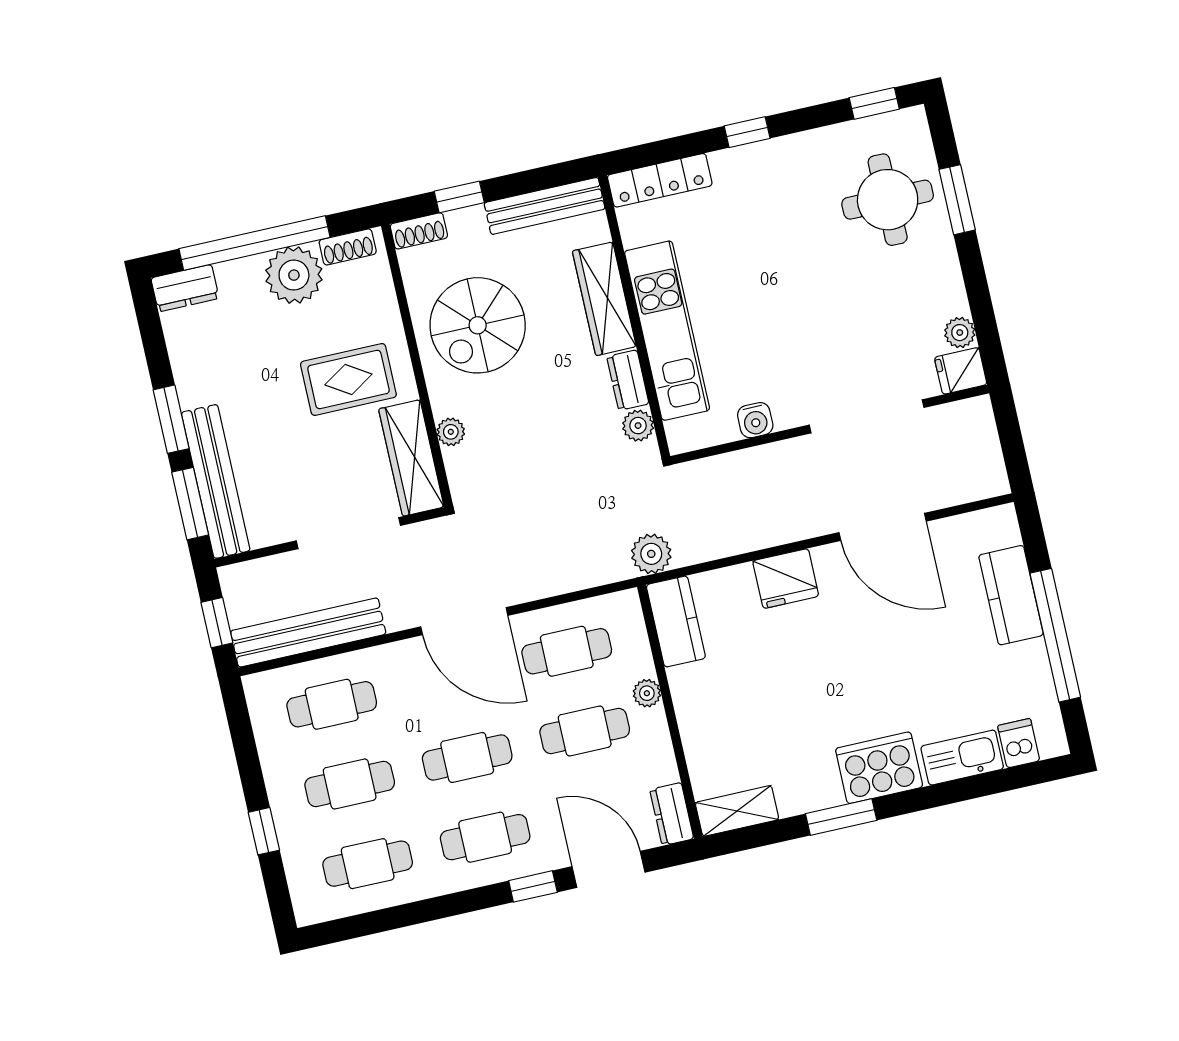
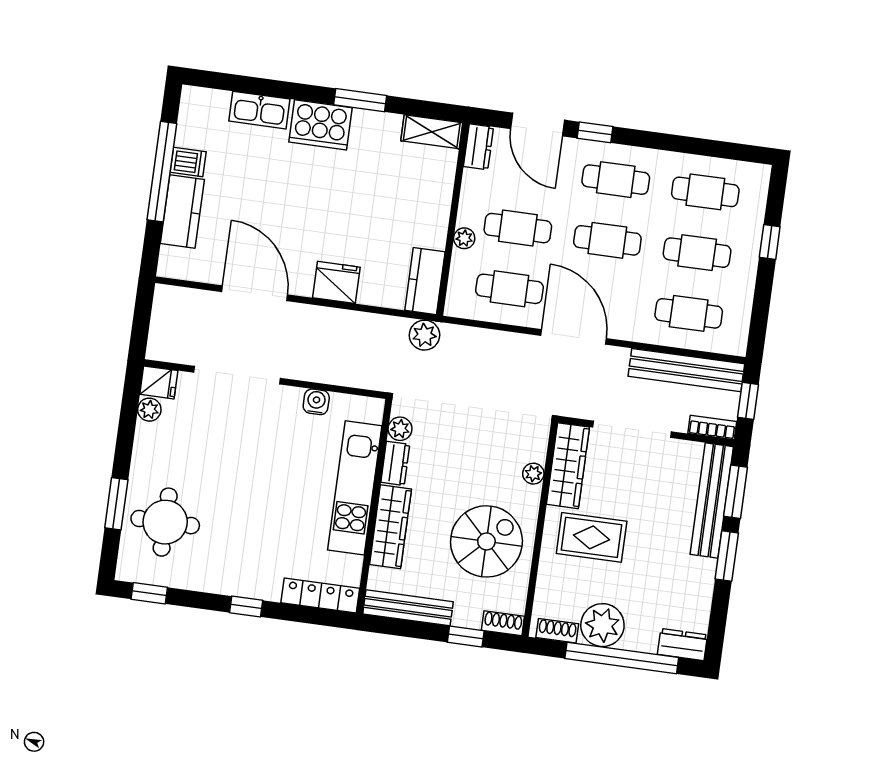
bookcase: (249, 573) -> (712, 427), added
dishwasher: (1019, 743) -> (188, 162), moved, turned -90

